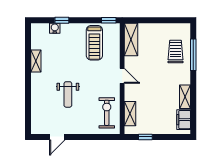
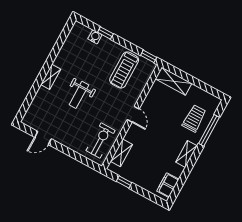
shelving: (131, 40) -> (173, 81), moved, turned 90
shelving: (36, 61) -> (51, 77), moved
weight bench: (68, 94) -> (79, 95), moved
shelving: (185, 97) -> (186, 154), moved

